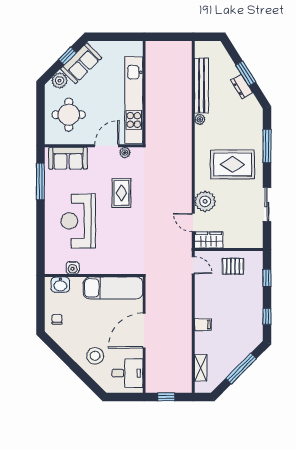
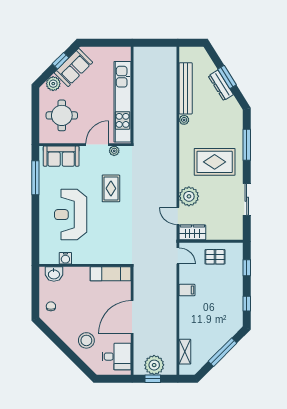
dresser: (242, 86) -> (221, 85), width x1.44
exam couch: (113, 288) -> (111, 274), width x0.73, depth x0.69
filing cabinet: (203, 325) -> (187, 290), moved
plant: (168, 382) -> (154, 365), added

